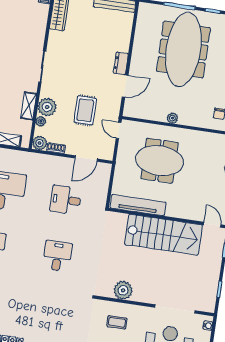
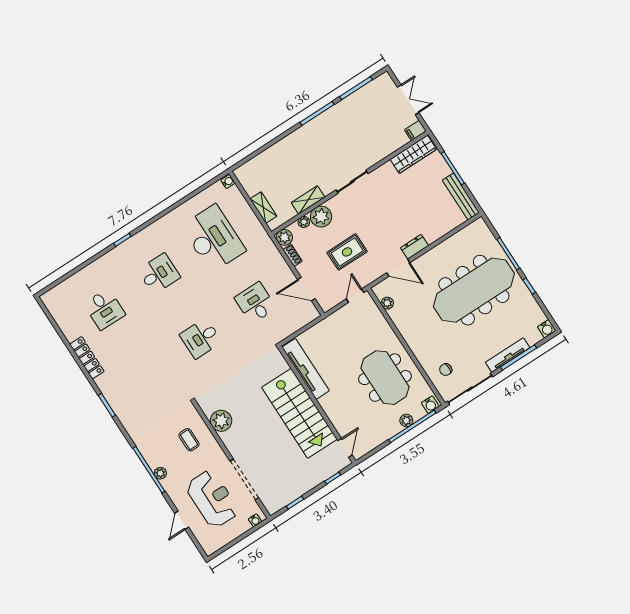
plant: (172, 118) -> (387, 303), moved
meeting table: (160, 161) -> (385, 378), moved
desk: (57, 256) -> (201, 338), turned 180

